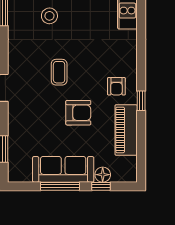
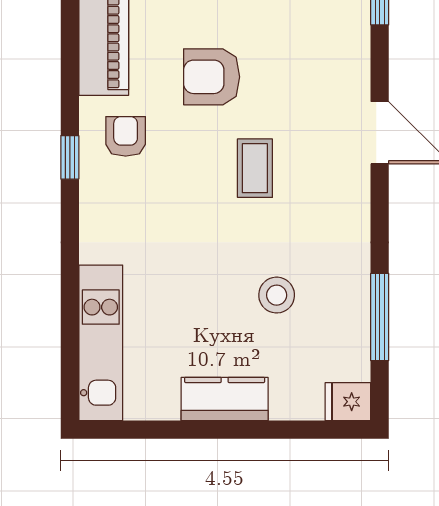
window: (141, 101) -> (70, 157), moved

